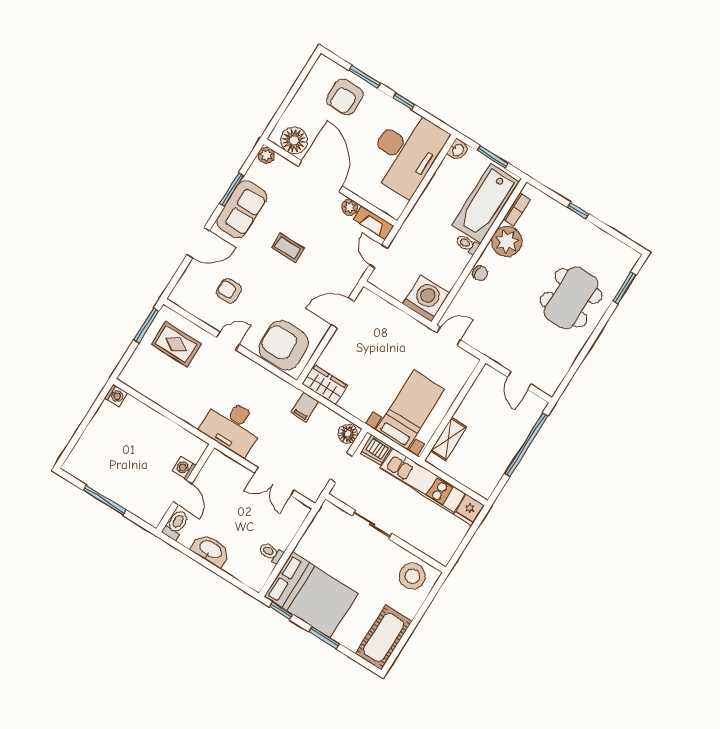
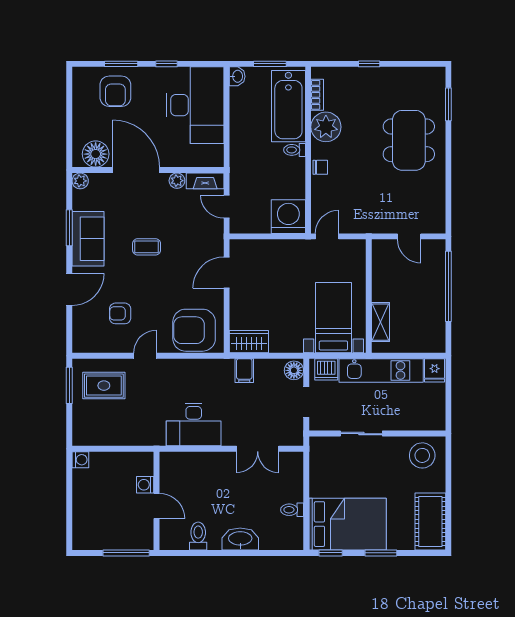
washing machine: (184, 468) -> (145, 485), moved
wall: (185, 488) -> (156, 501), moved
door: (182, 493) -> (156, 506), moved

